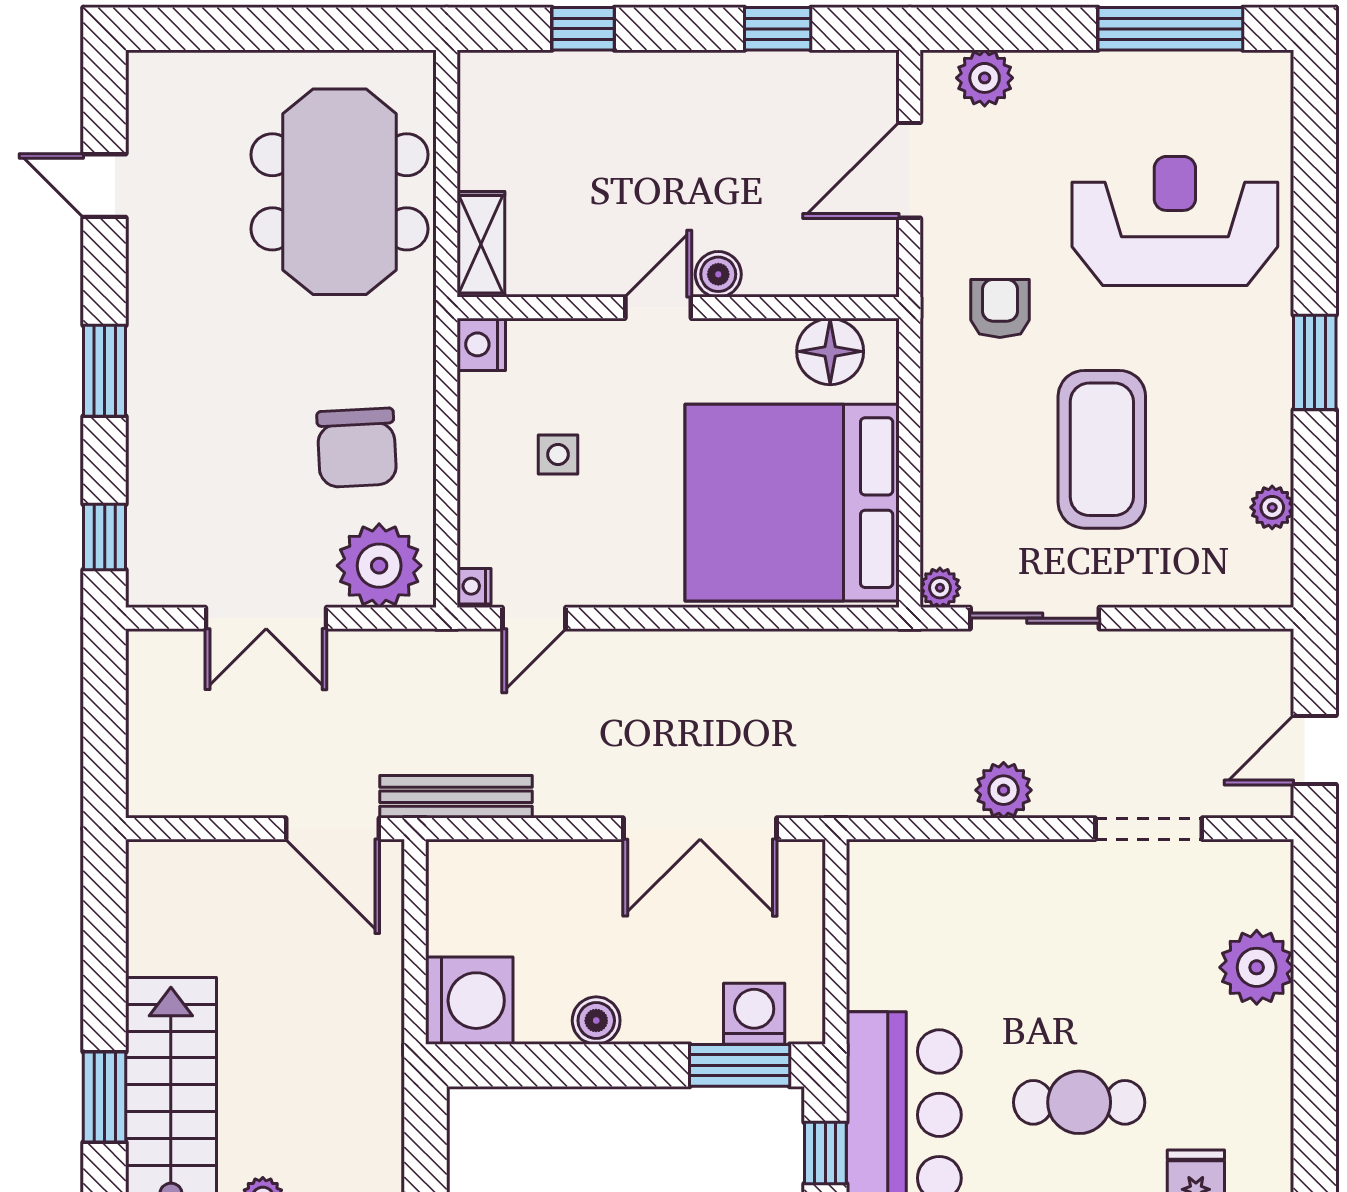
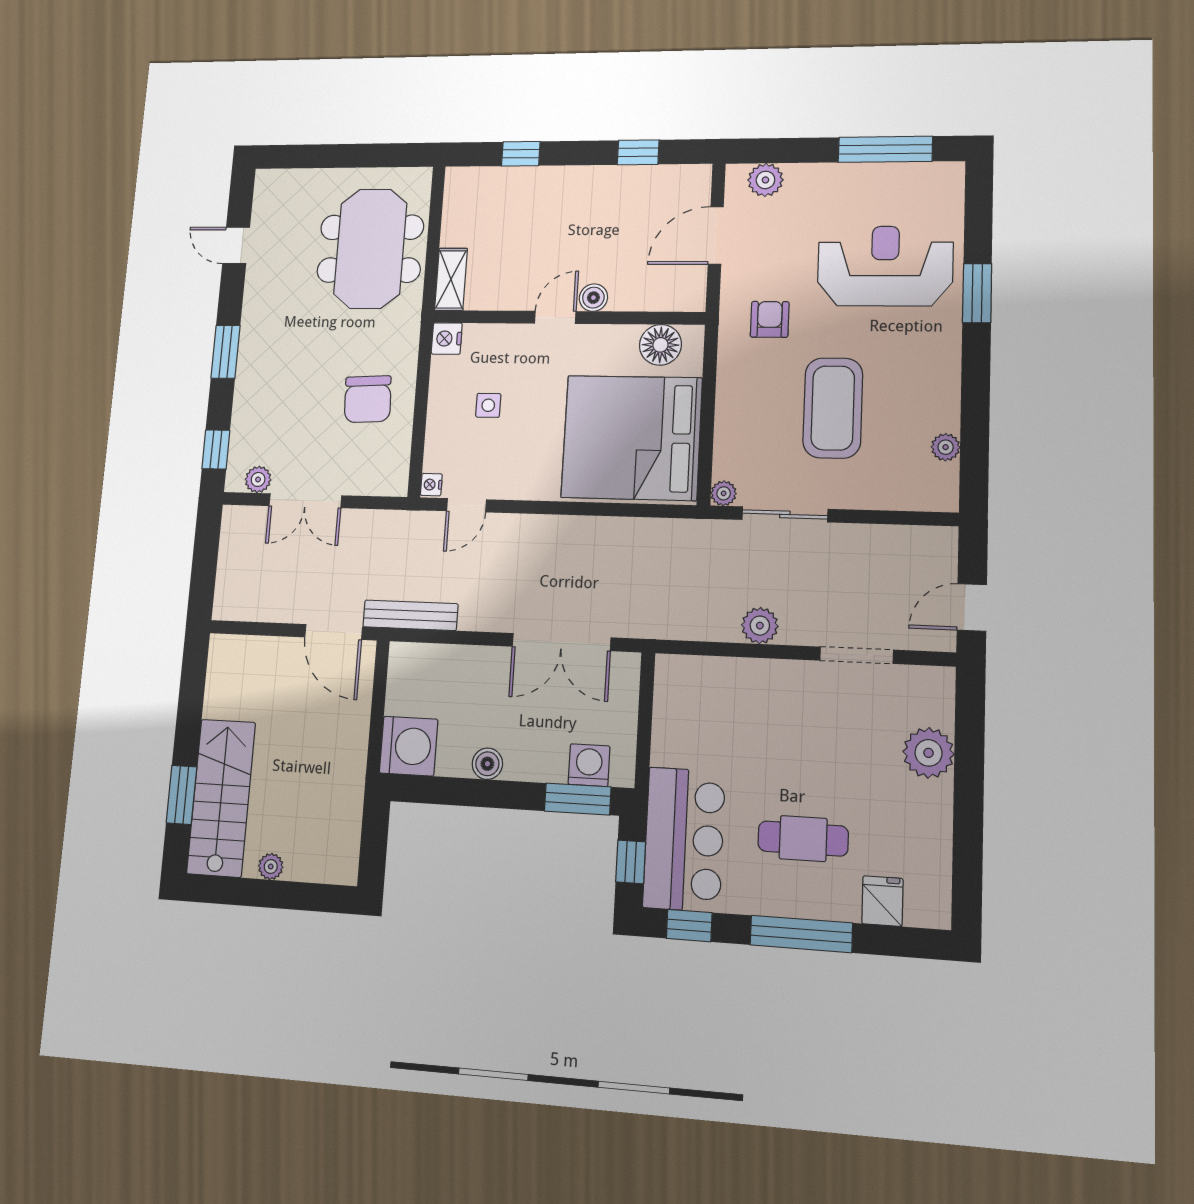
window: (1315, 362) -> (977, 293), moved
plant: (379, 566) -> (258, 479), moved, width x0.53, depth x0.53

